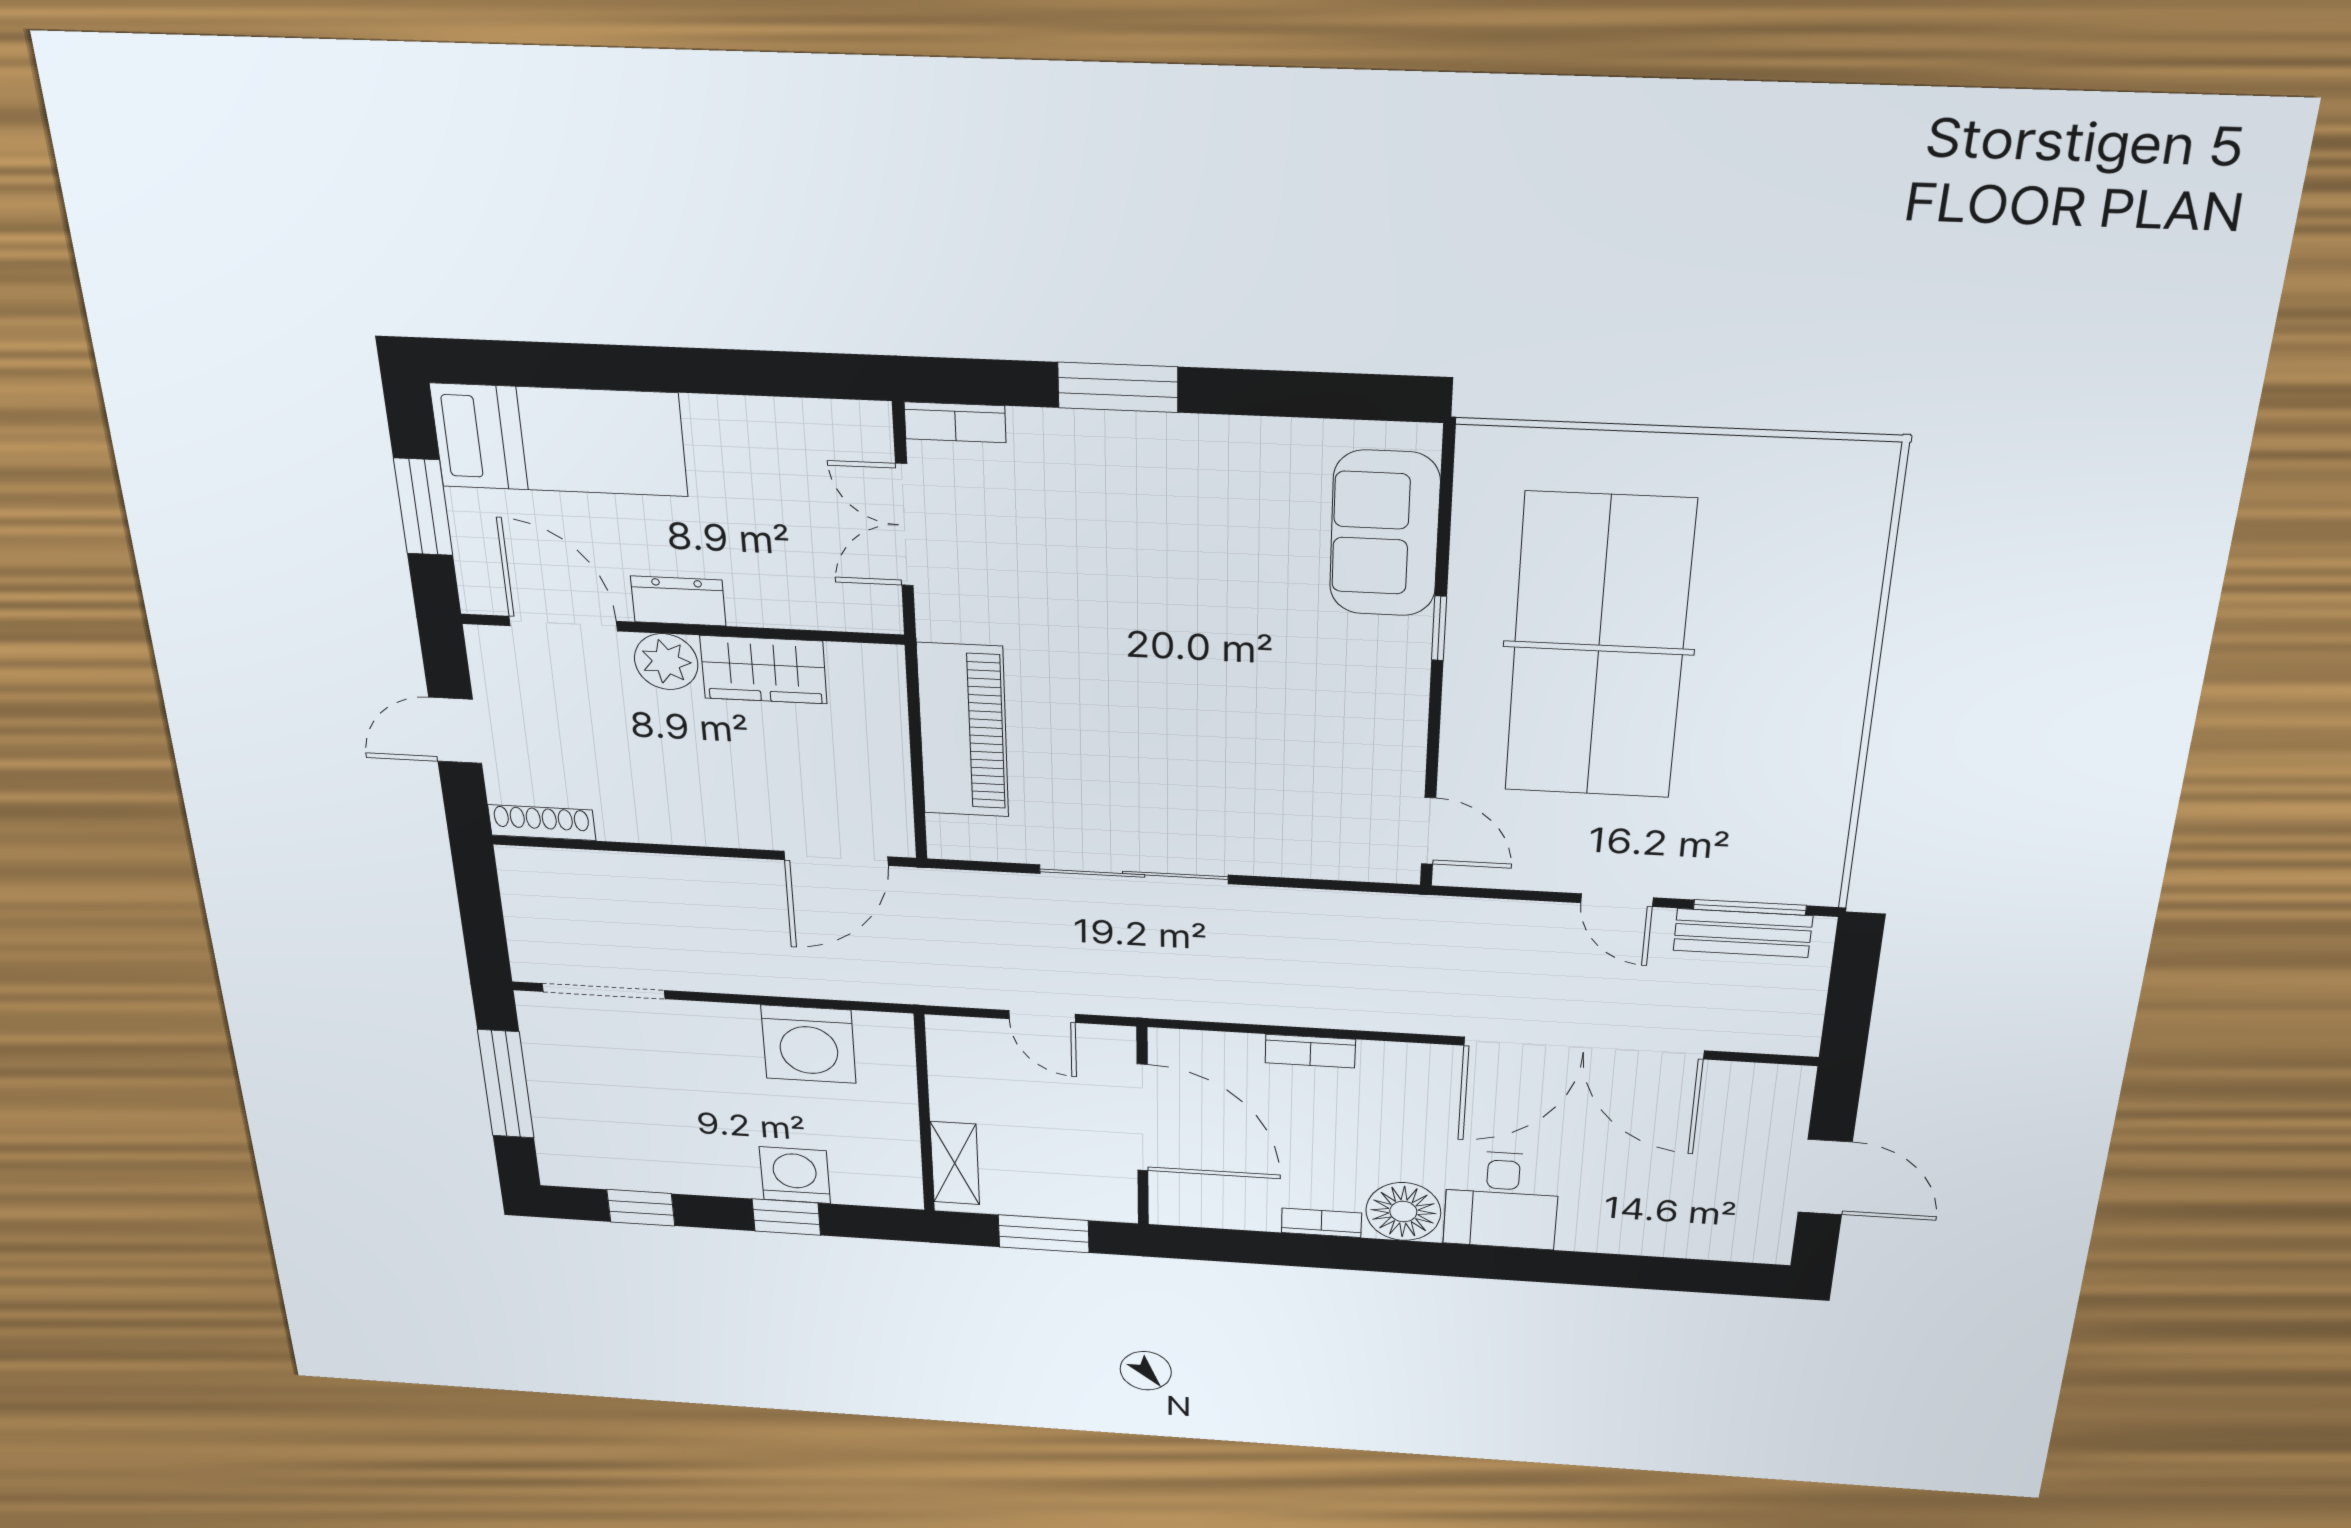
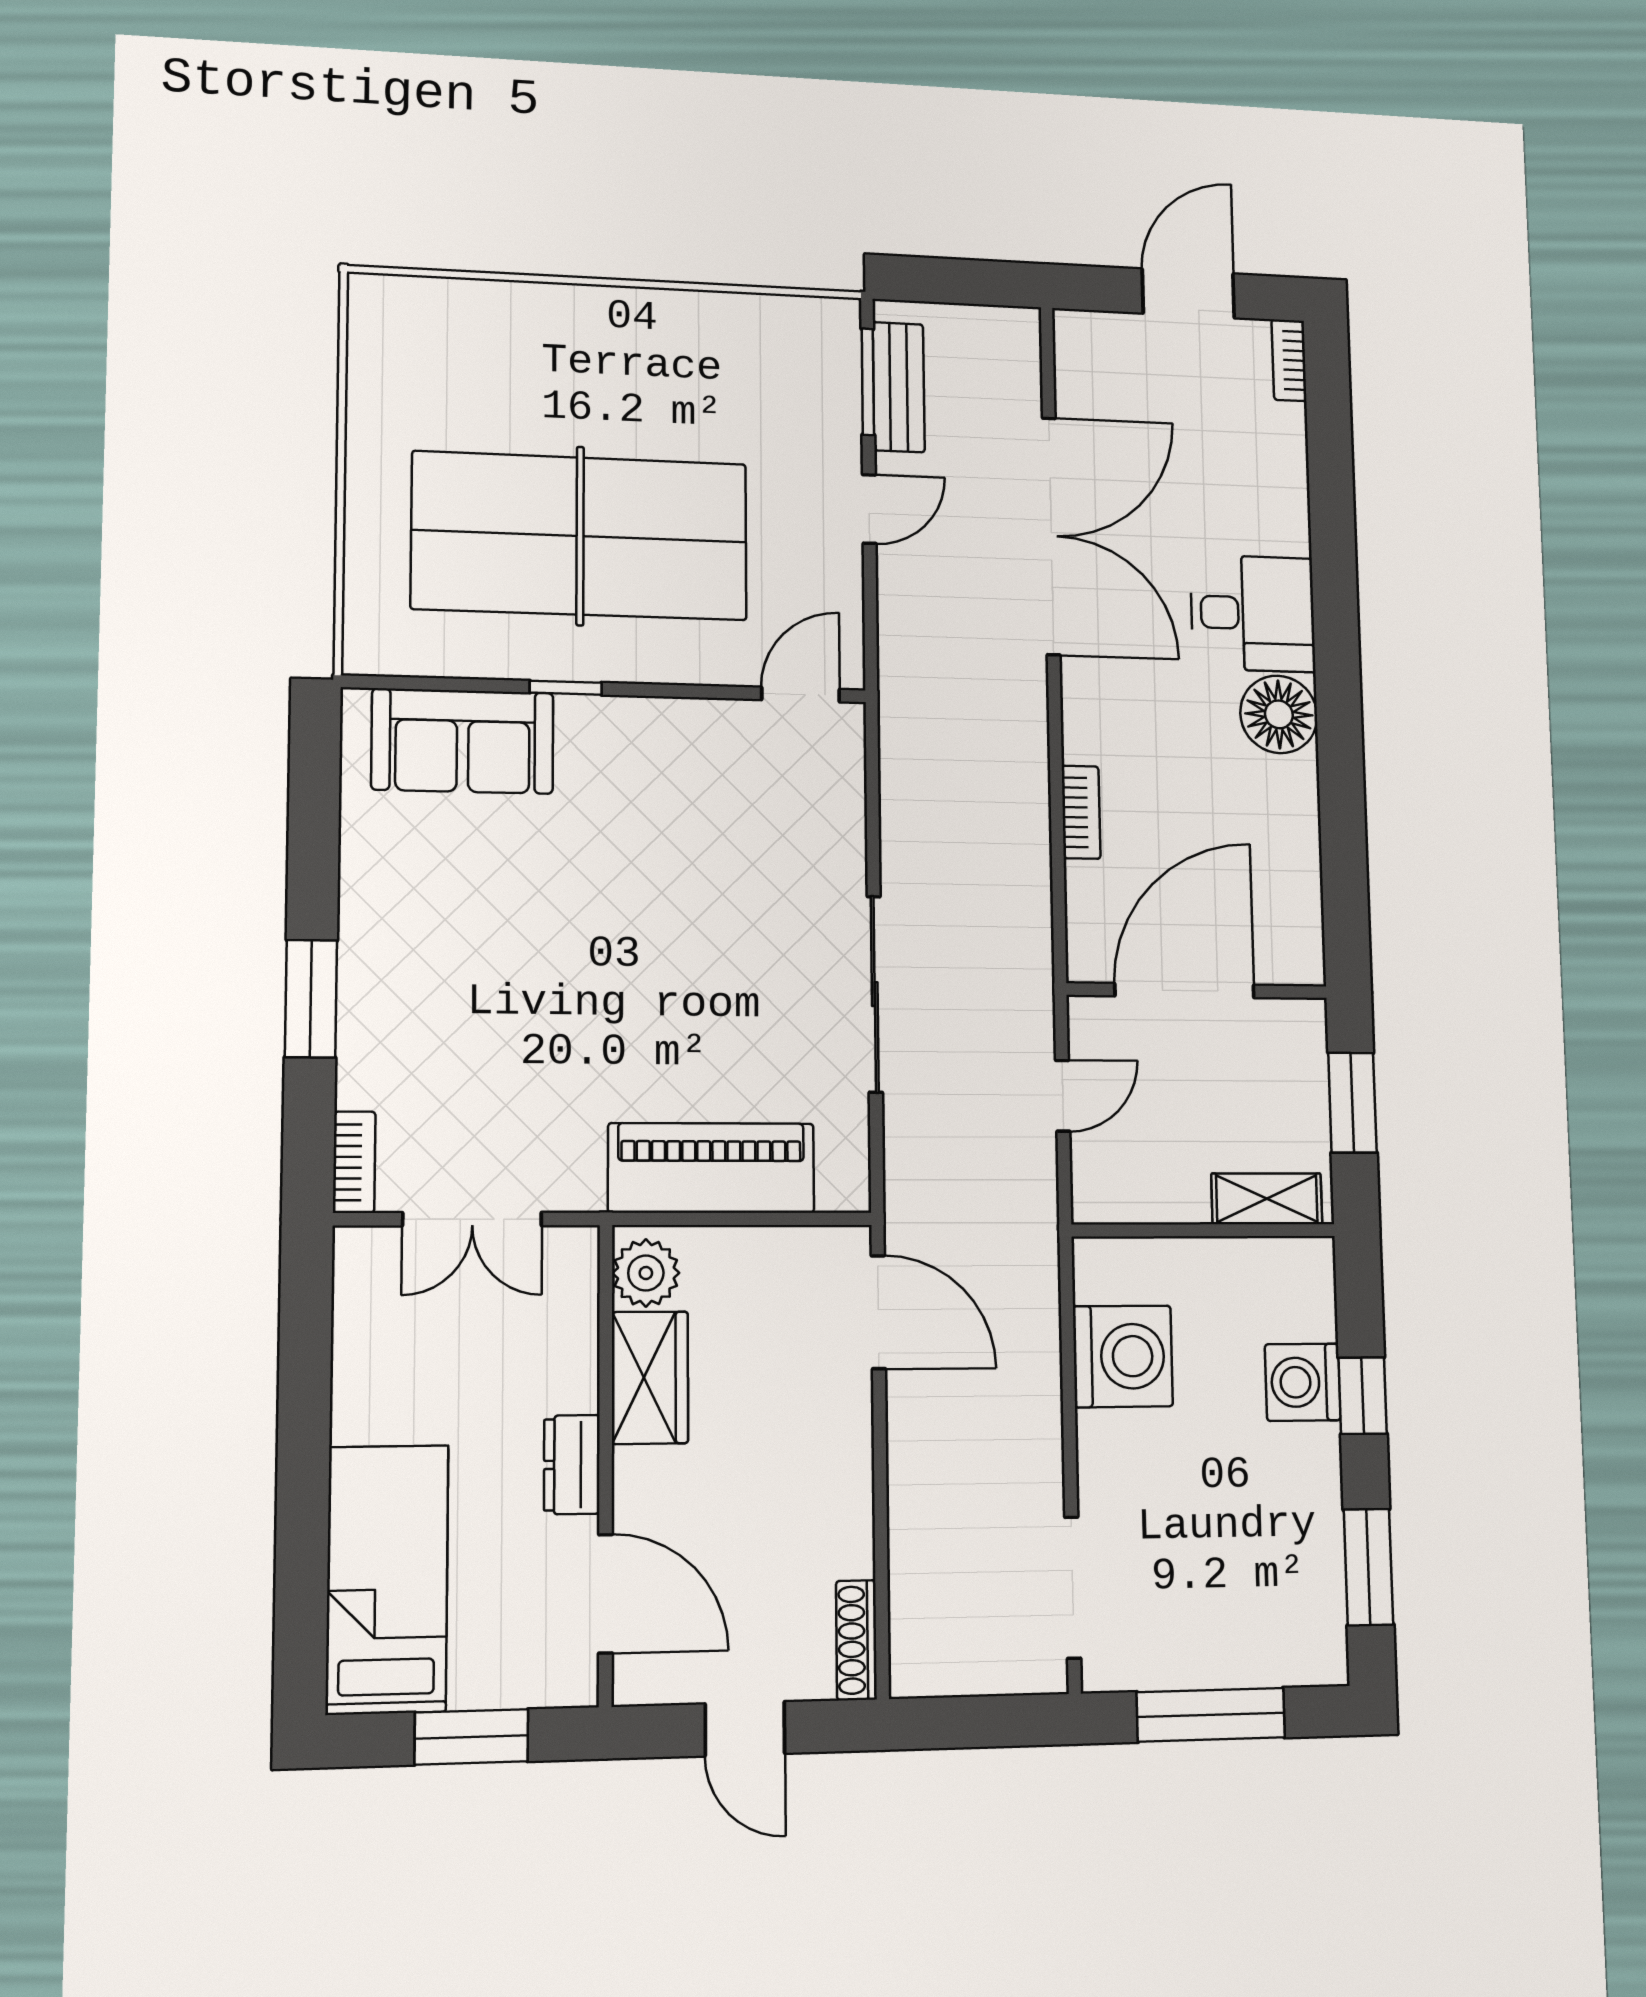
door: (563, 624) -> (605, 1594), swing flipped
plant: (666, 662) -> (646, 1273), moved
window: (641, 1208) -> (1368, 1567), width x1.50
bookcase: (1321, 1223) -> (1289, 360), moved

